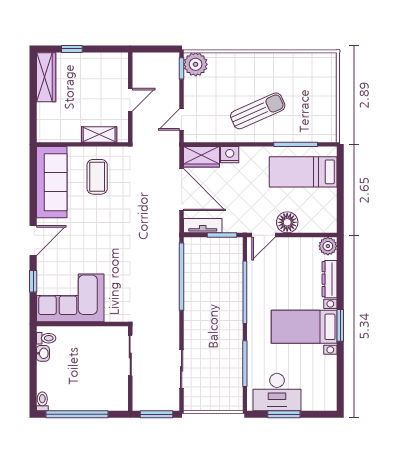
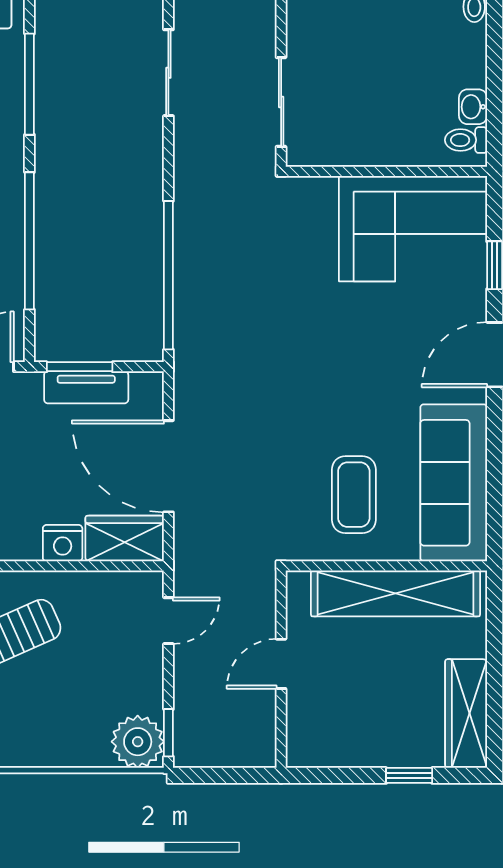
shelving: (99, 134) -> (396, 593), width x2.20, depth x1.33
tv unit: (203, 226) -> (86, 387), moved

